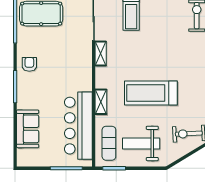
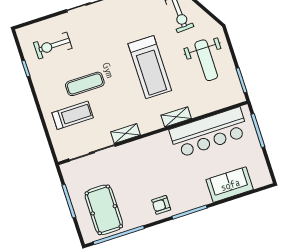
exercise mat: (109, 143) -> (85, 84), moved

